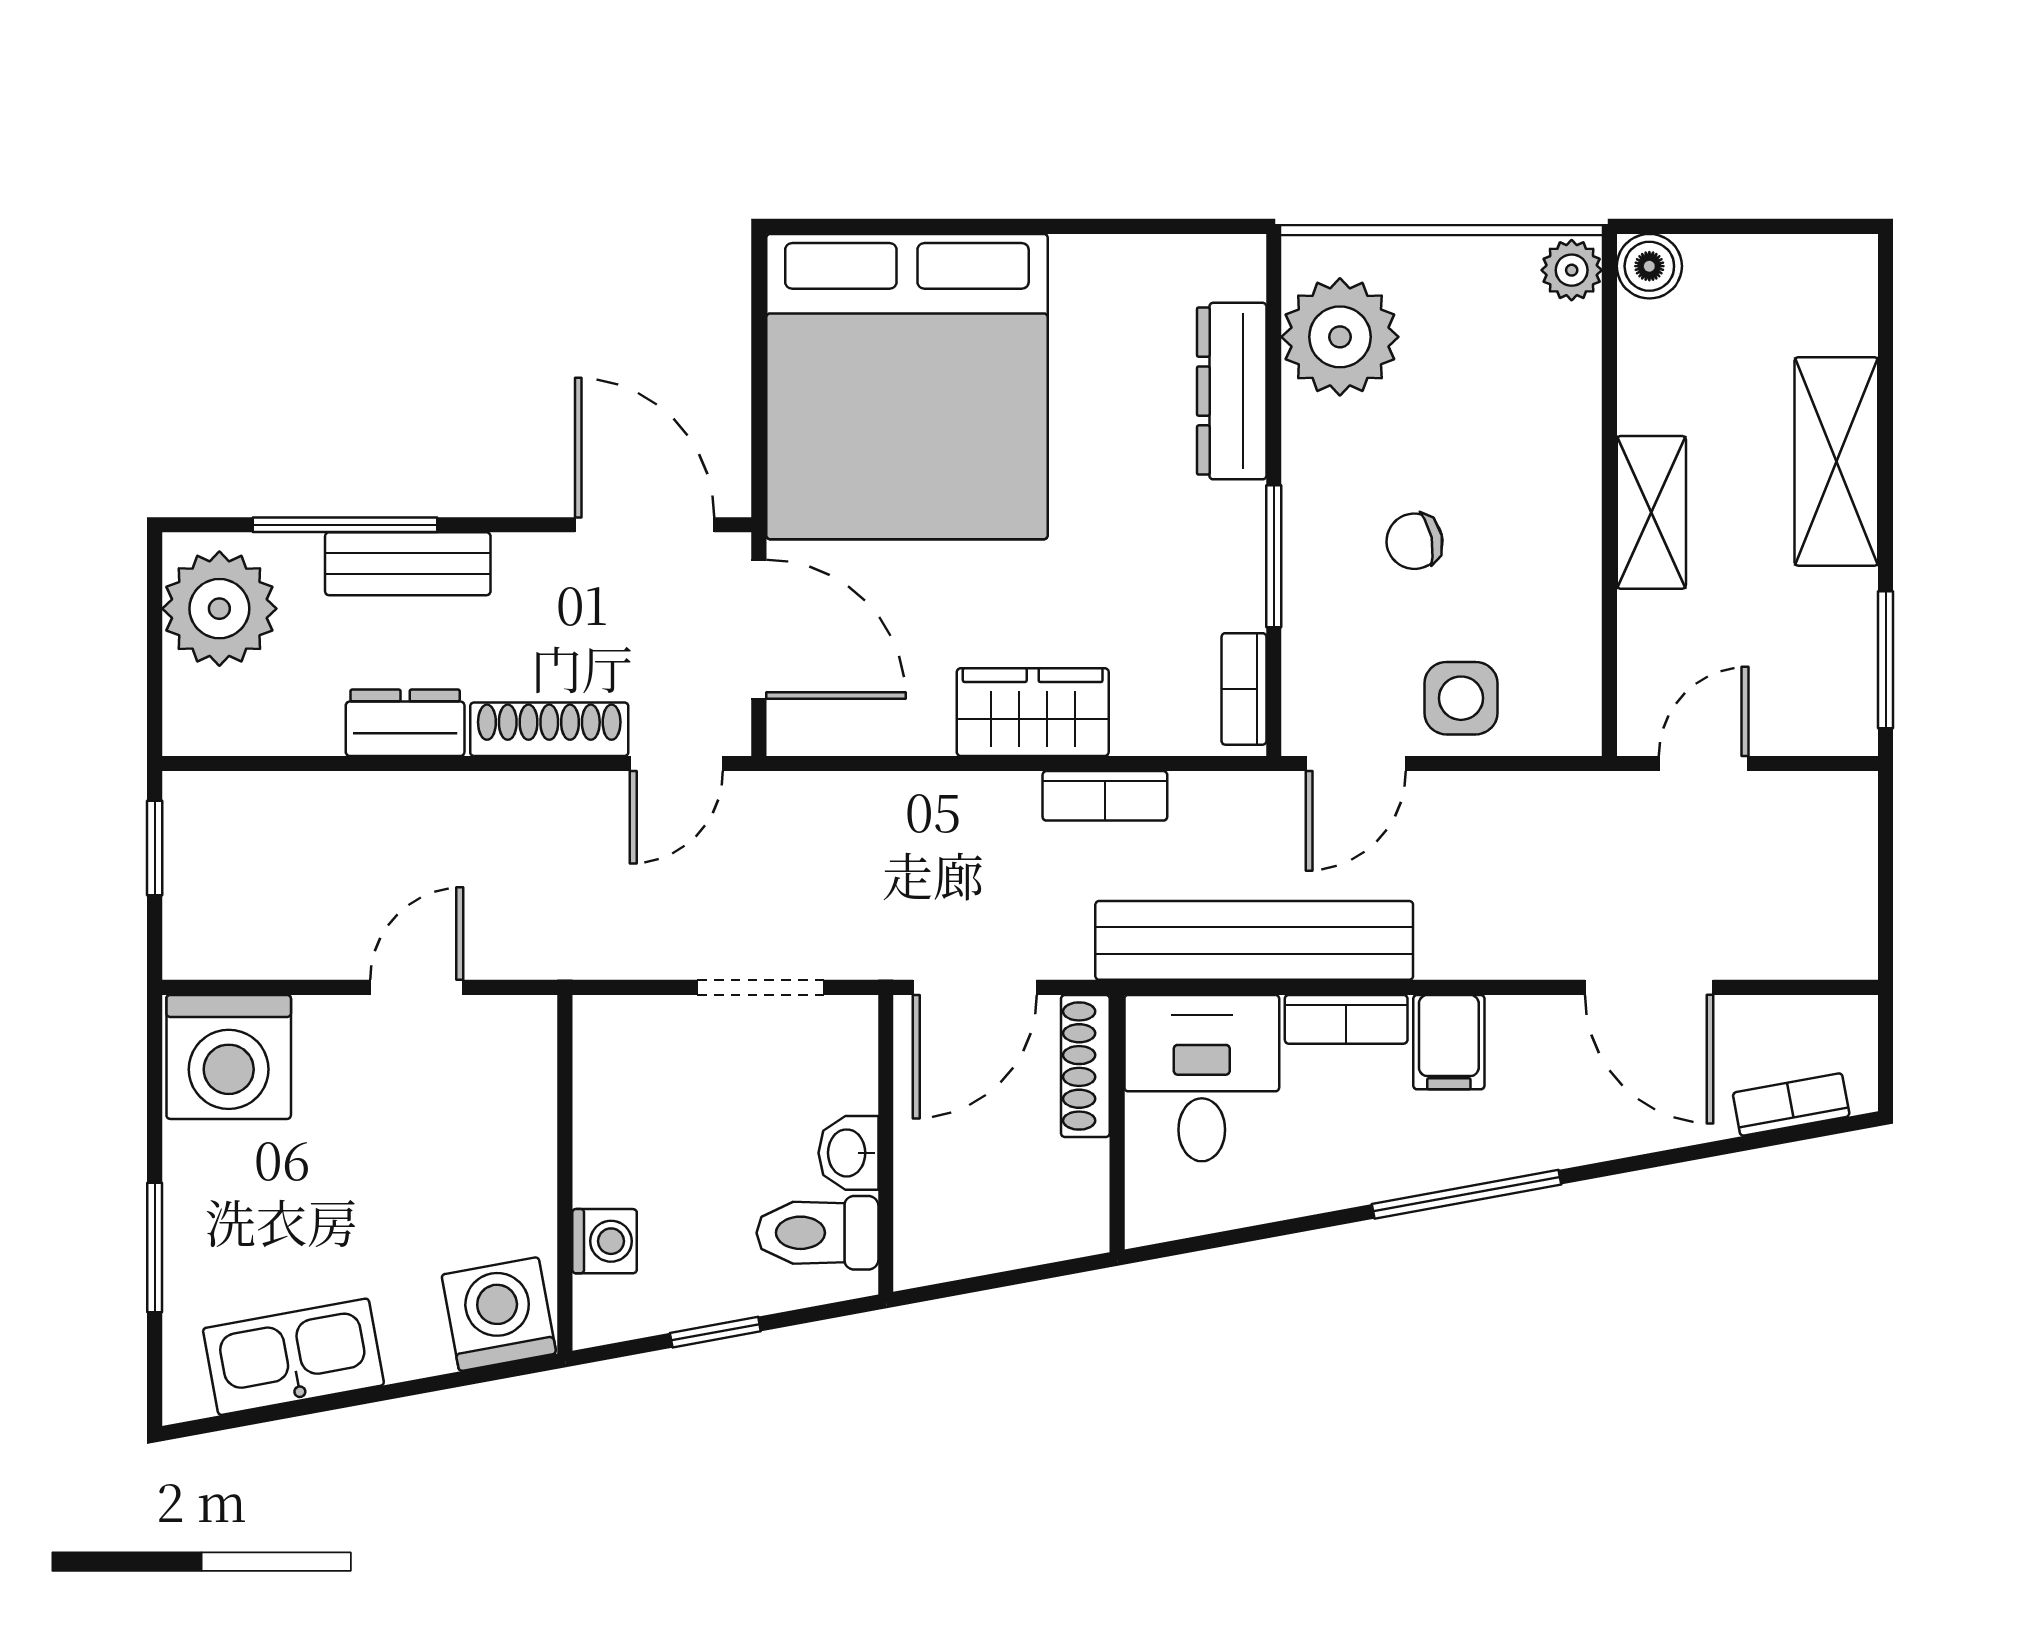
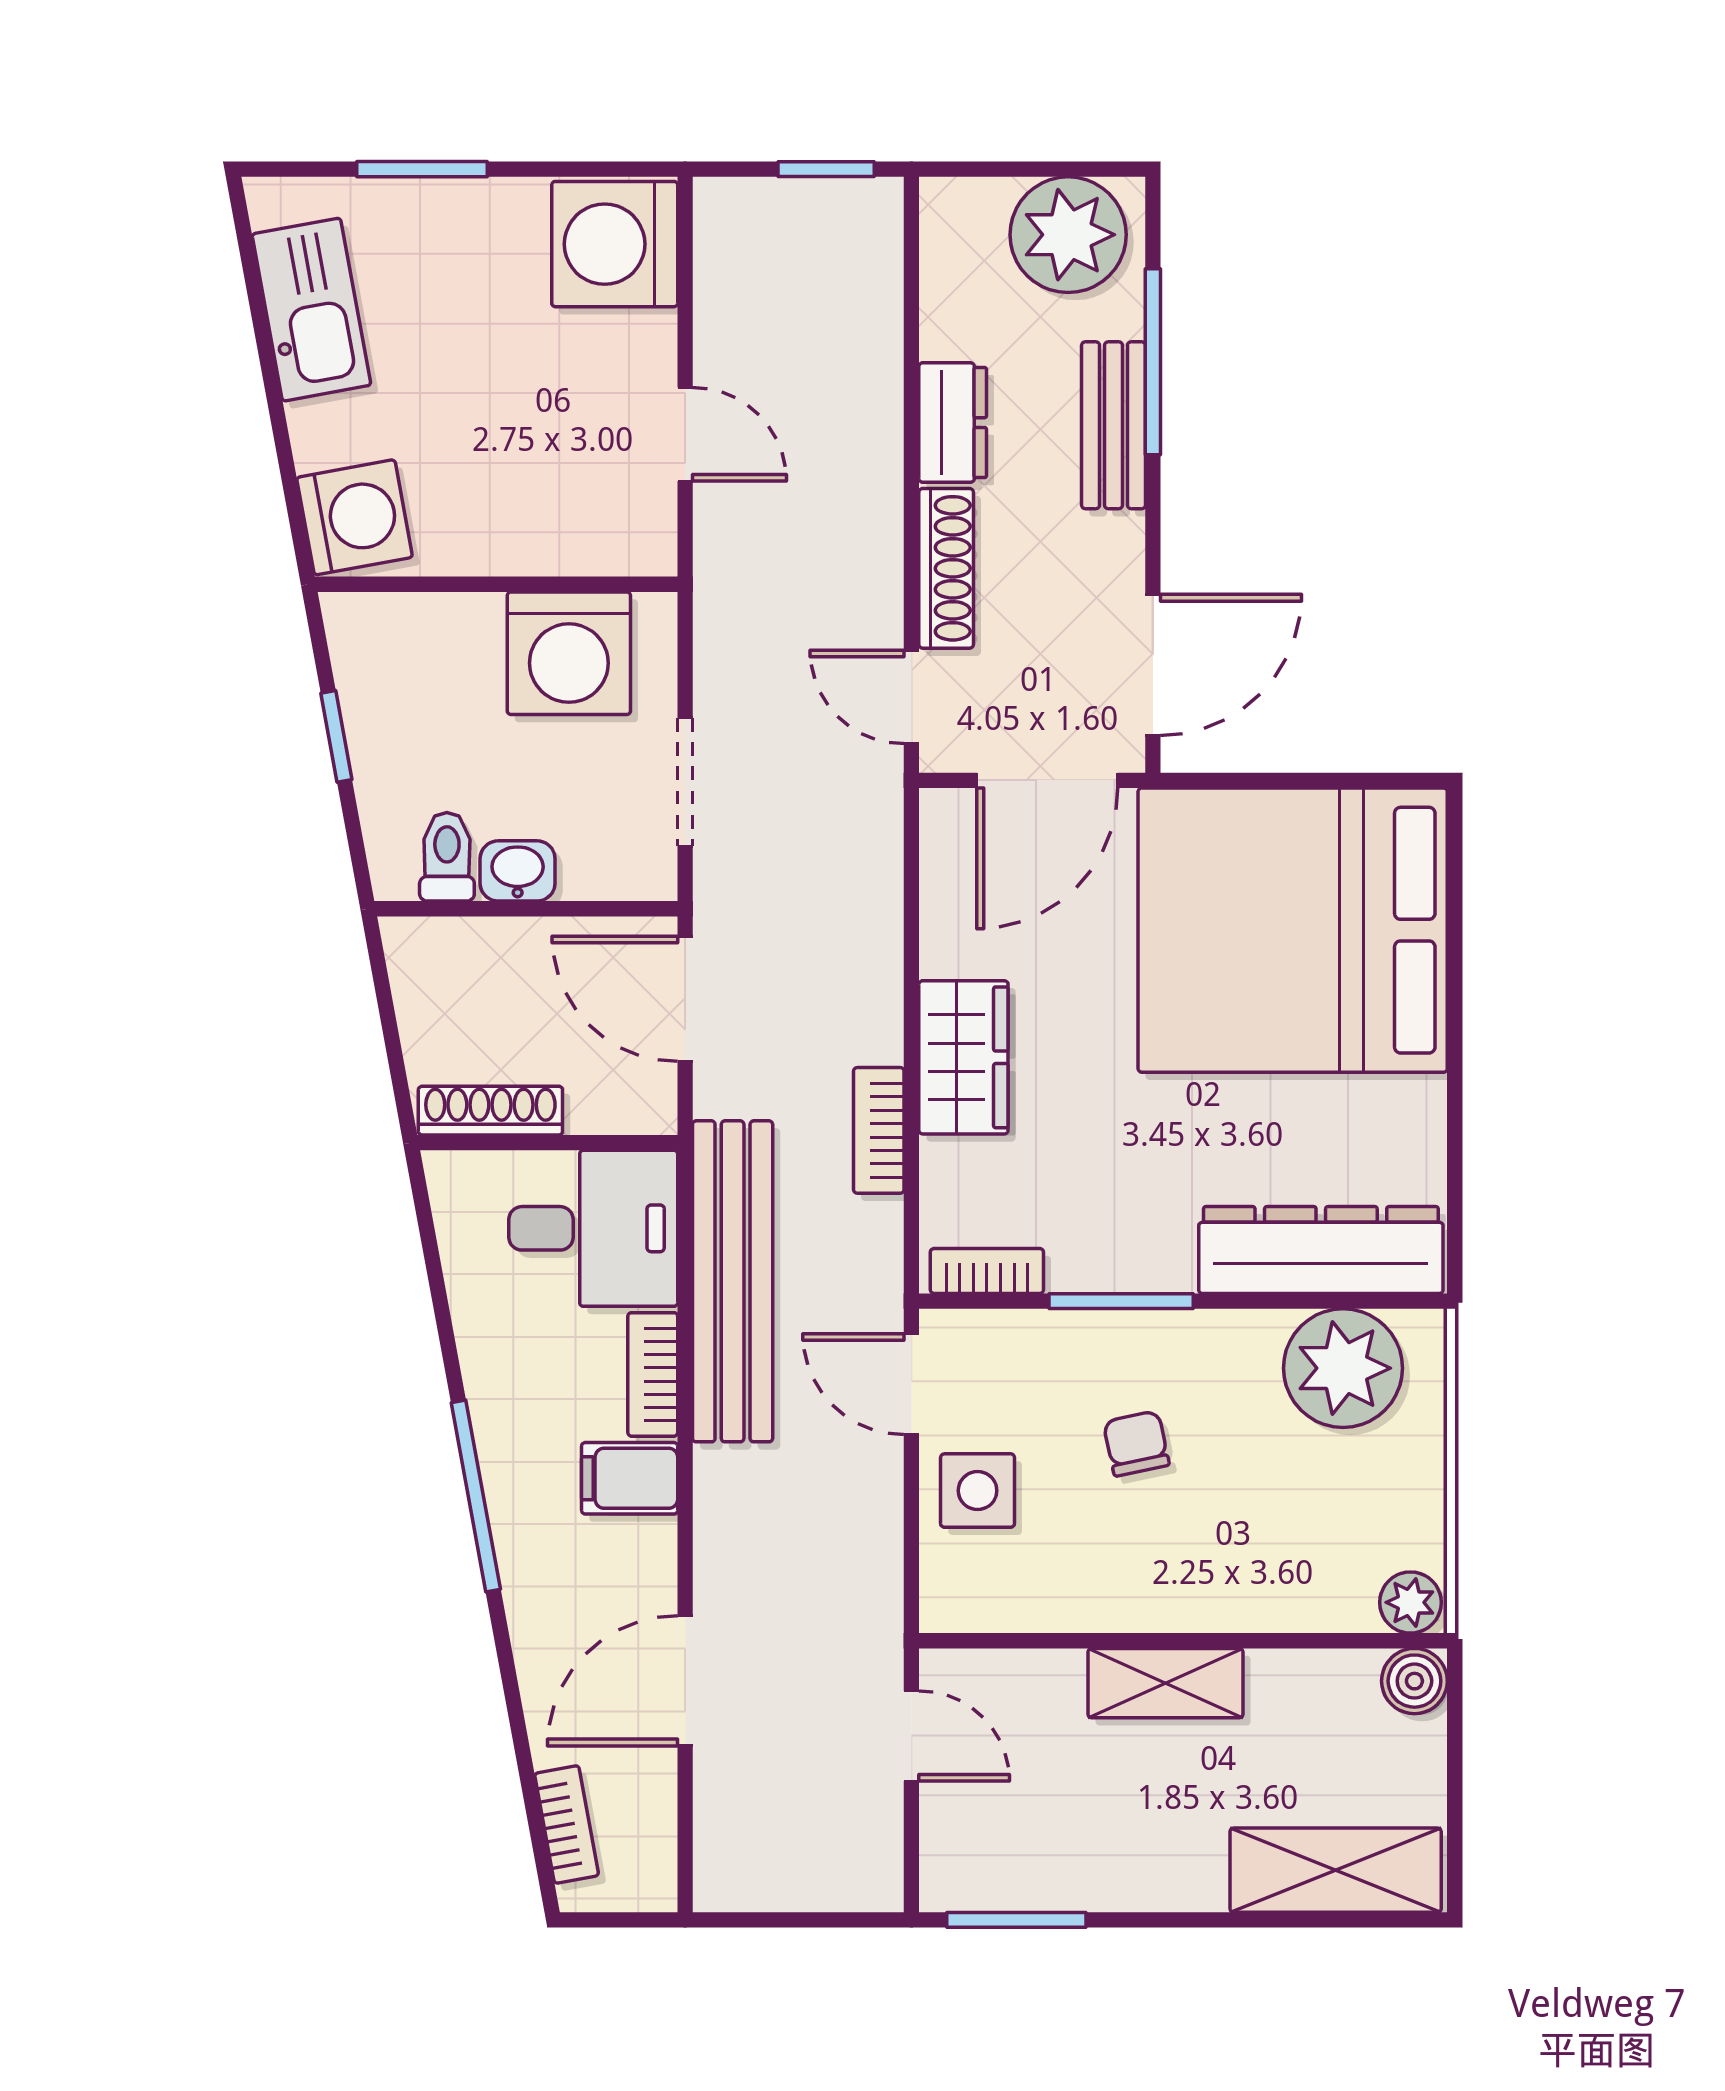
dresser: (1232, 391) -> (1321, 1250), width x1.37, depth x1.24
shelving: (1836, 461) -> (1336, 1870), moved
shoe rack: (1085, 1066) -> (490, 1111), moved
toilet: (818, 1233) -> (447, 857), width x0.73, depth x0.72
washing machine: (605, 1241) -> (569, 653), moved, width x1.89, depth x1.89

